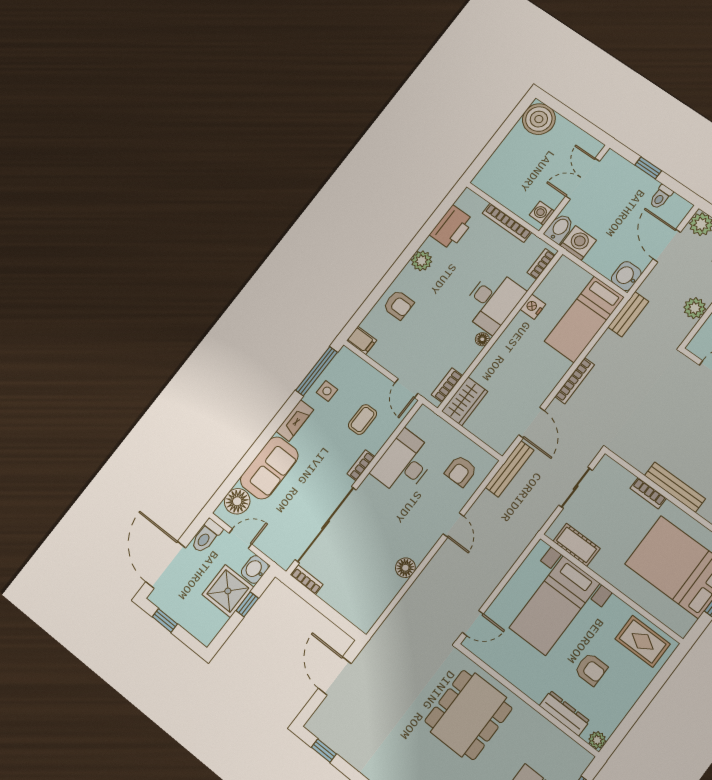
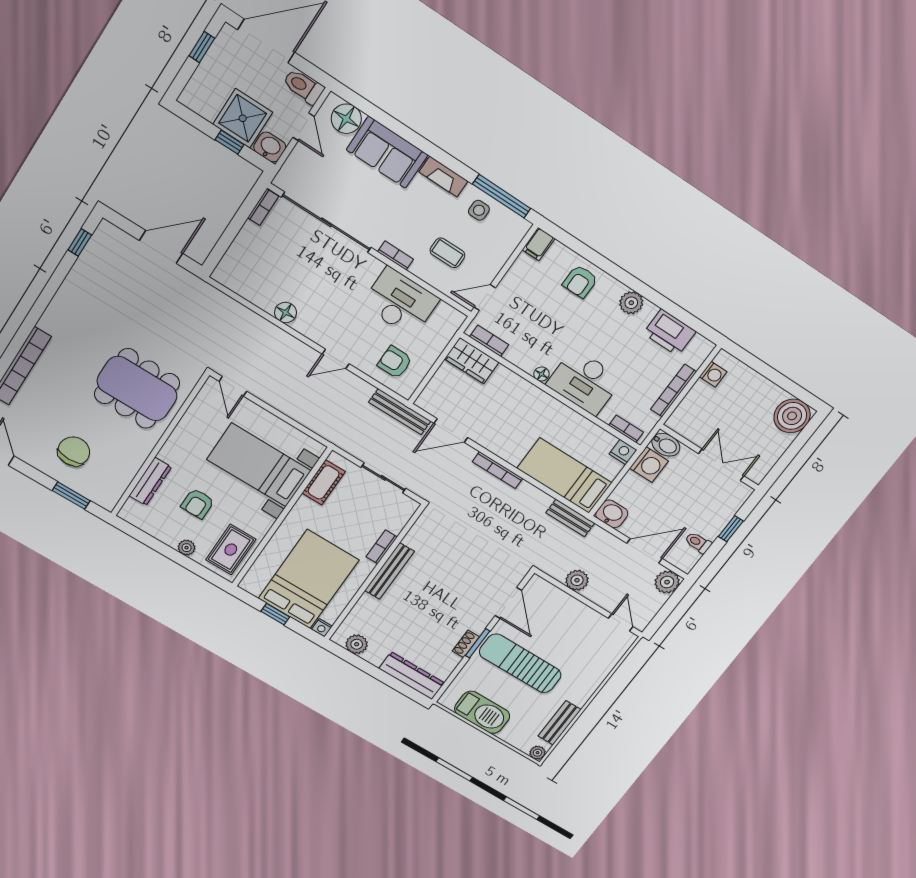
washing machine: (542, 213) -> (713, 374), moved, turned 90
nightstand: (533, 307) -> (623, 452), moved
plant: (597, 740) -> (187, 548), moved

